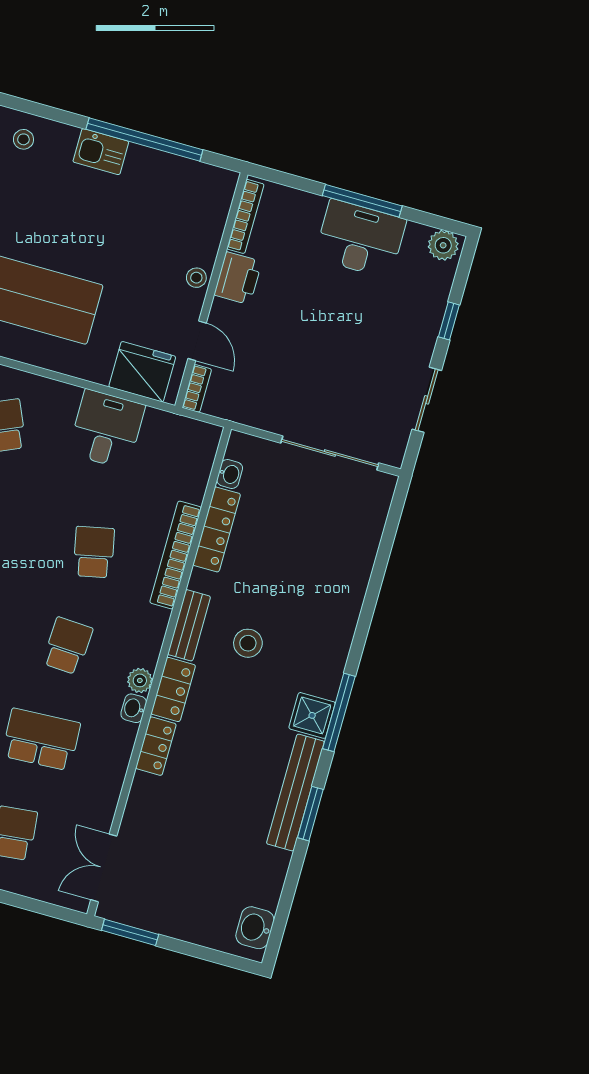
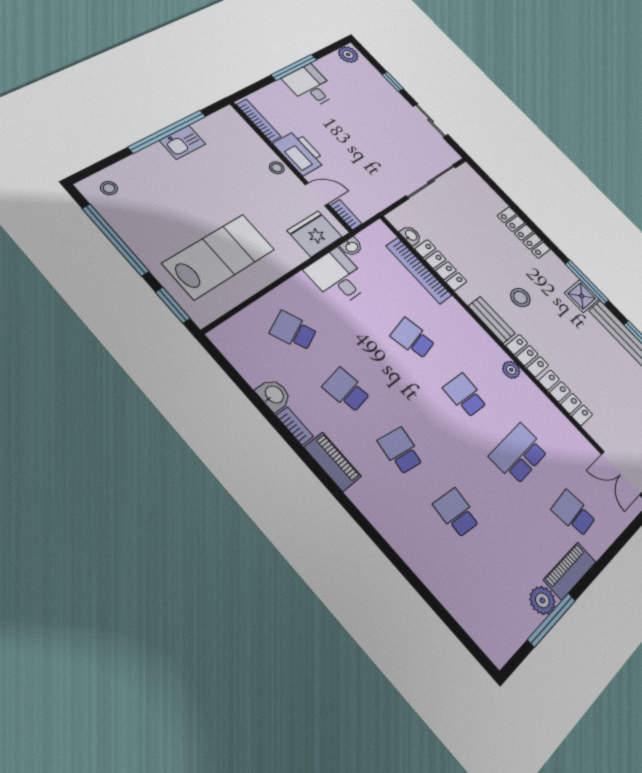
kitchen sink: (101, 152) -> (183, 142), moved
desk: (360, 239) -> (310, 86), width x0.73
printer: (238, 278) -> (300, 153), width x1.37, depth x1.19
bookcase: (176, 555) -> (419, 270), moved
locker: (349, 601) -> (524, 232), added
washbasin: (134, 708) -> (351, 247), moved, turned -90
locker: (156, 746) -> (565, 398), width x1.53

